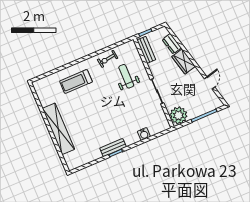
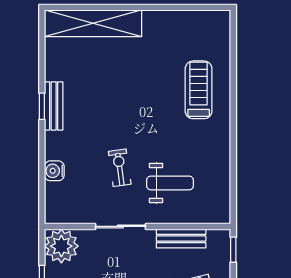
bench: (146, 50) -> (181, 238), moved
exercise bike: (108, 59) -> (120, 168), moved
shelving: (58, 129) -> (93, 23), moved

